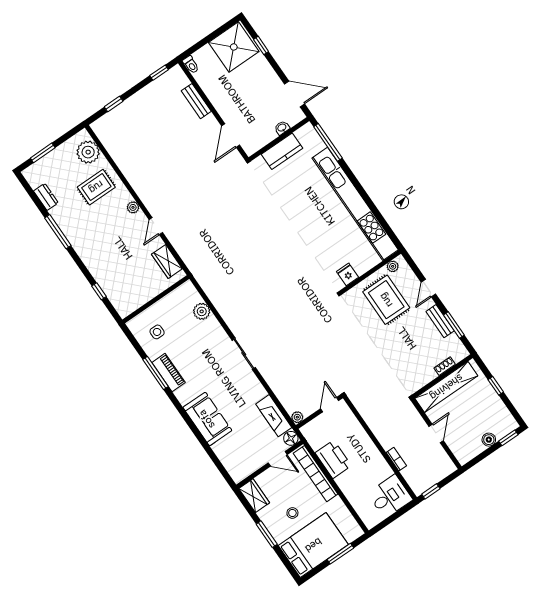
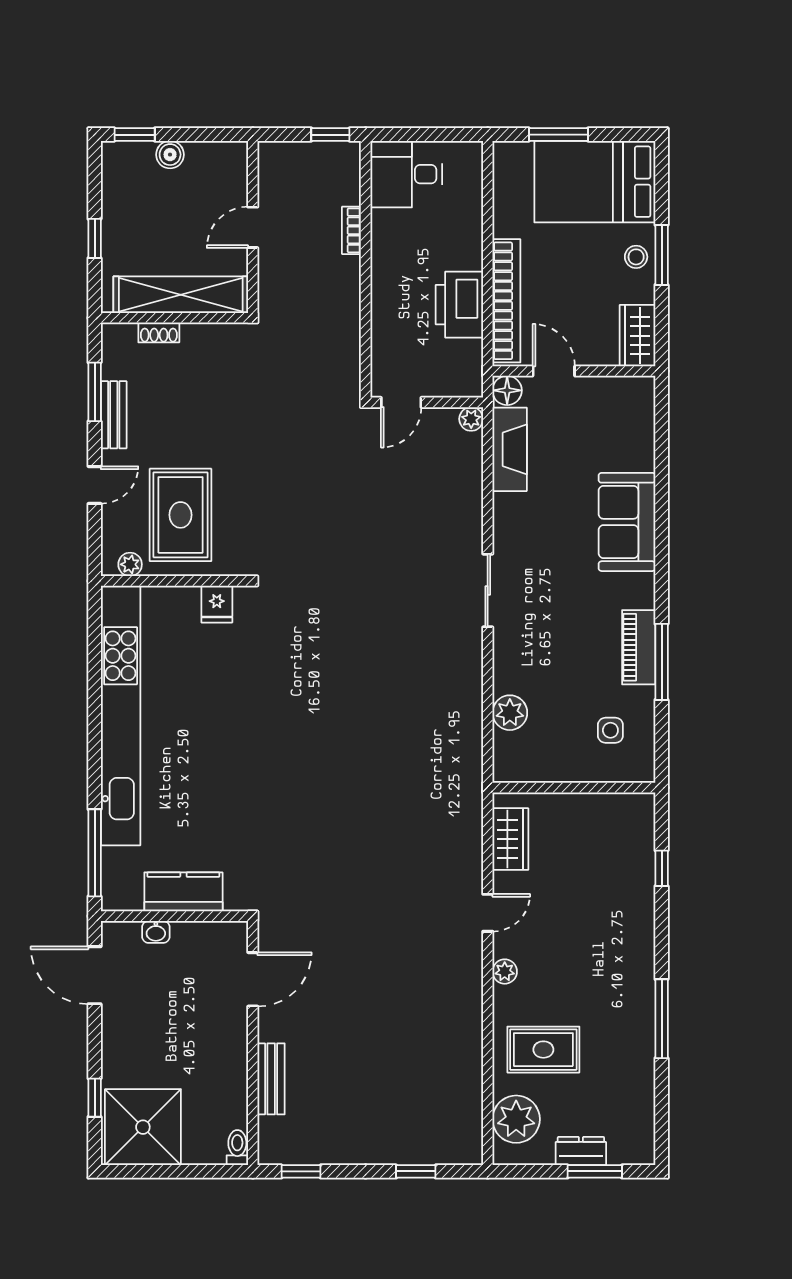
dresser: (46, 197) -> (581, 1151), moved, turned 90
stool: (292, 513) -> (636, 257), moved

